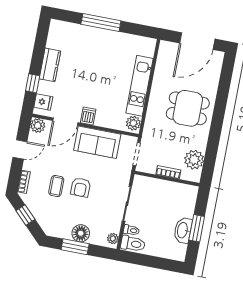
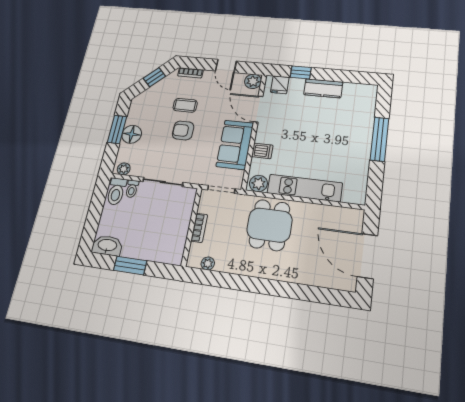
dining table: (188, 108) -> (270, 225), moved
dishwasher: (88, 116) -> (262, 151), moved
plant: (194, 160) -> (208, 263), width x0.53, depth x0.53
washbasin: (183, 230) -> (107, 246), moved

